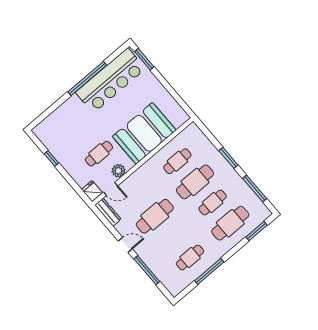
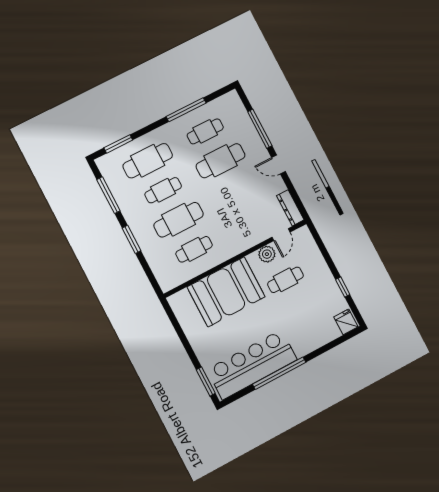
door: (111, 189) -> (281, 235), swing flipped
fridge: (92, 191) -> (346, 322), moved, turned 180
cafe table: (155, 216) -> (221, 161), moved

